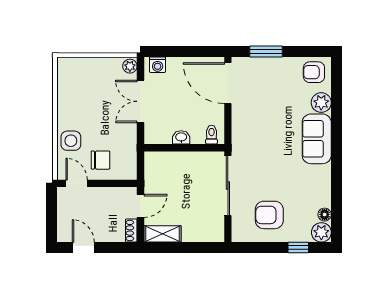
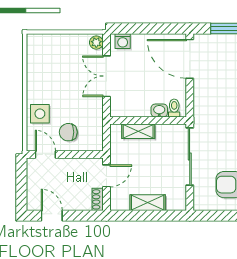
washbasin: (181, 137) -> (159, 111), moved
shelving: (174, 159) -> (138, 131), added
chair: (101, 160) -> (68, 132), turned 180
shelving: (163, 234) -> (148, 203), moved

